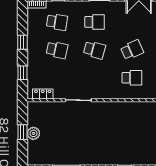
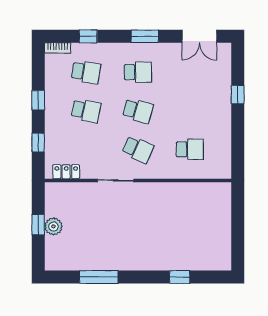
school desk: (132, 50) -> (138, 149), moved, turned 48

